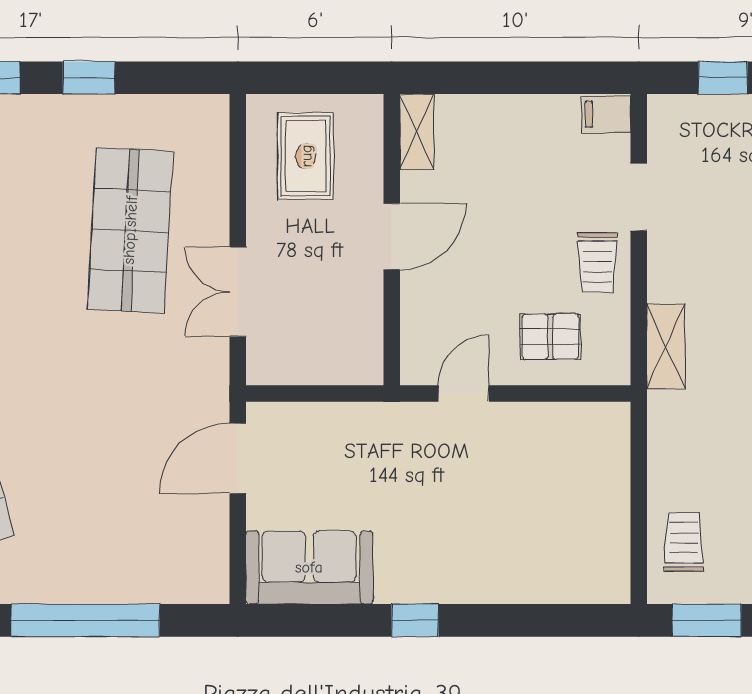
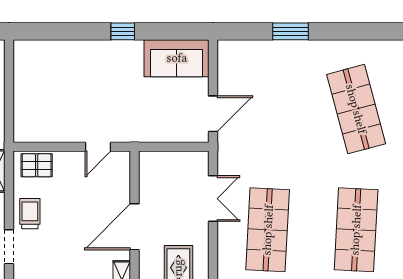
door: (392, 236) -> (135, 227), width x1.36
pallet: (550, 337) -> (37, 165), moved
window: (85, 620) -> (291, 31), width x0.47

